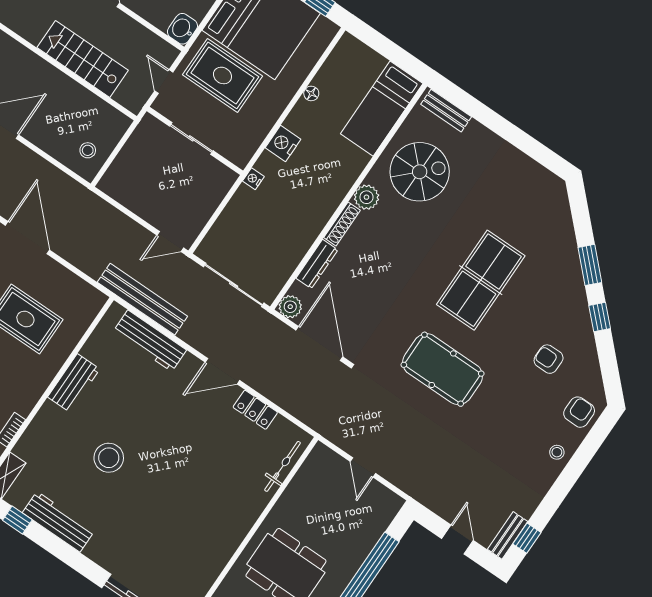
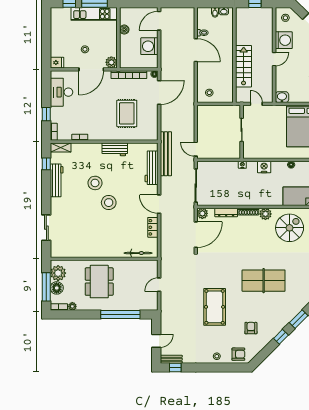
rug: (222, 75) -> (274, 125), removed
door: (164, 82) -> (256, 104), hinge flipped
spiral stairs: (420, 172) -> (290, 228), turned -90
pool table: (443, 369) -> (215, 307), moved
stool: (159, 457) -> (109, 203), added

